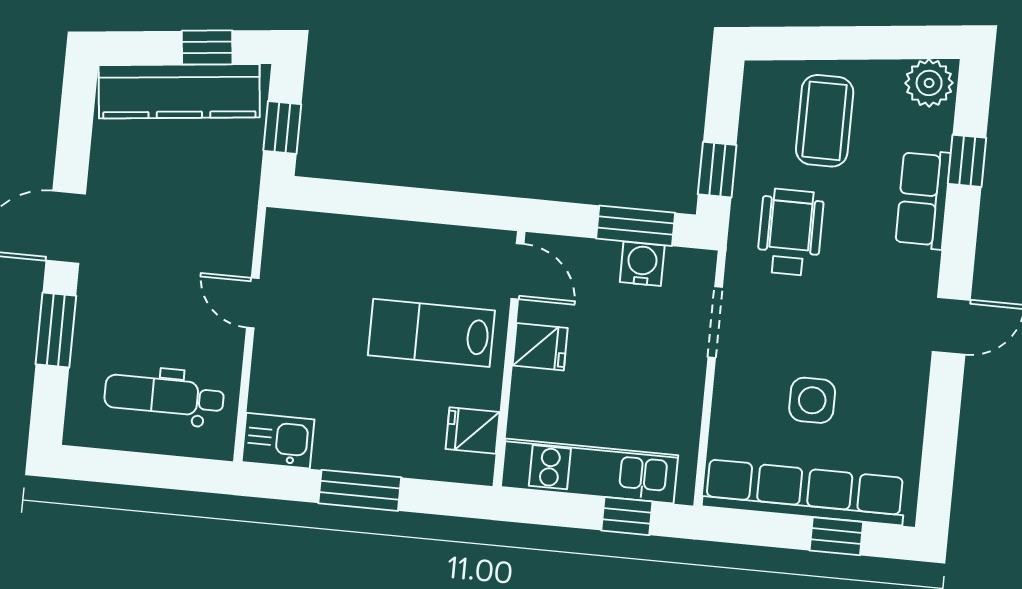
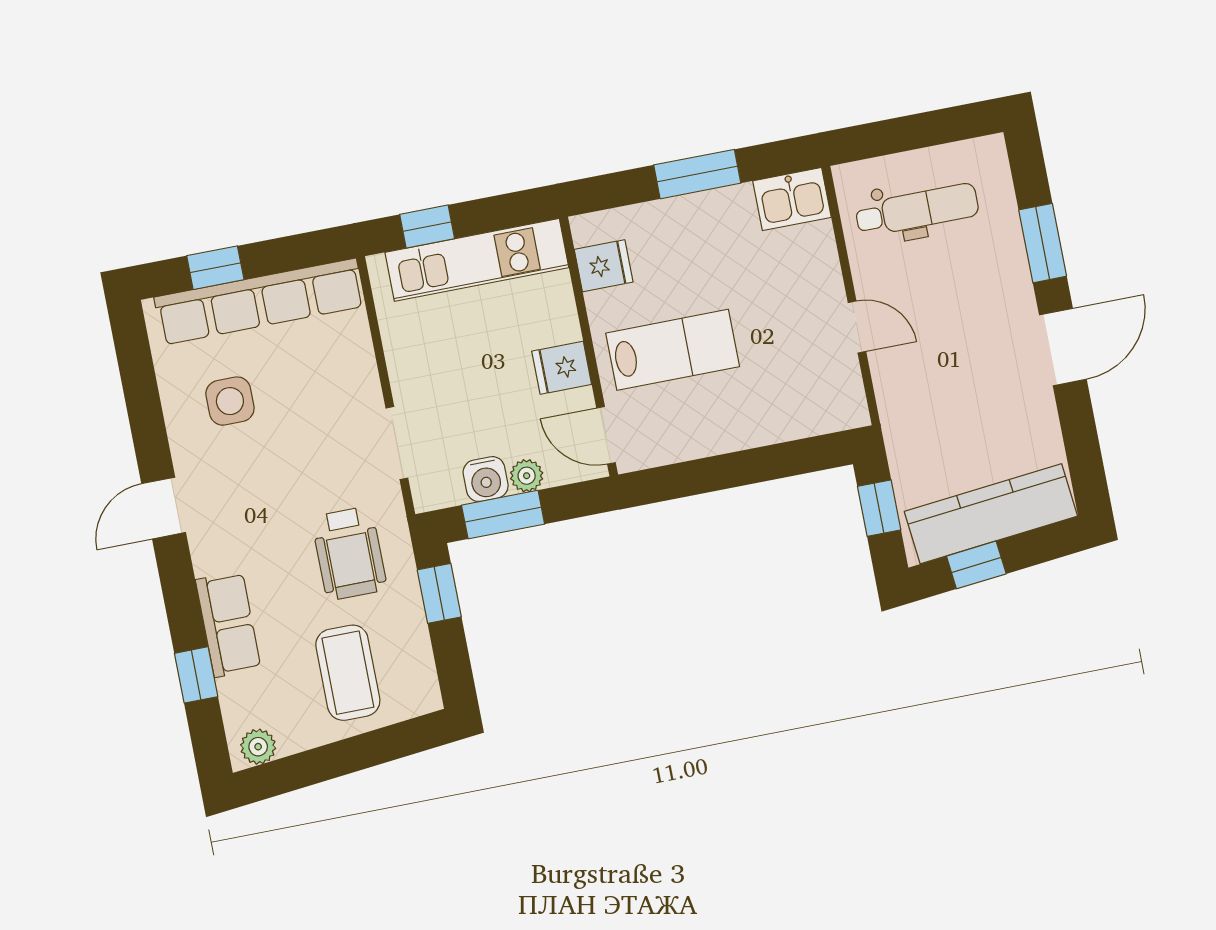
plant: (929, 83) -> (258, 747), width x0.73, depth x0.73
plant: (603, 256) -> (527, 476), added
side table: (812, 400) -> (230, 401), moved

